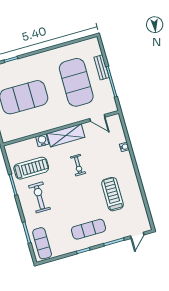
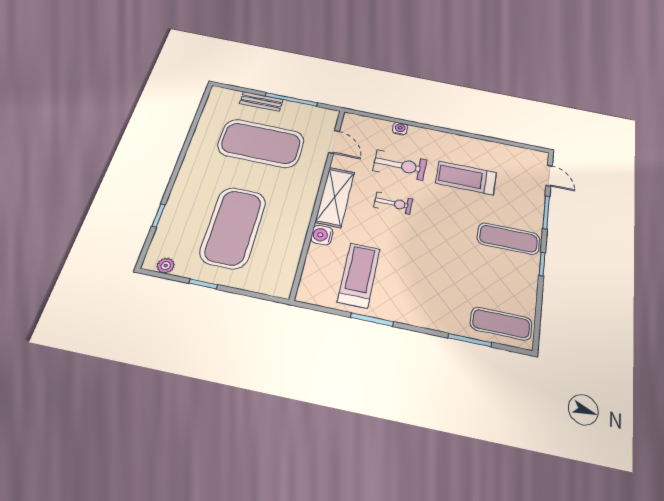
door: (97, 118) -> (334, 142), hinge flipped
exercise bike: (39, 197) -> (400, 165), moved, turned 180
exercise mat: (89, 229) -> (508, 239), turned 90

